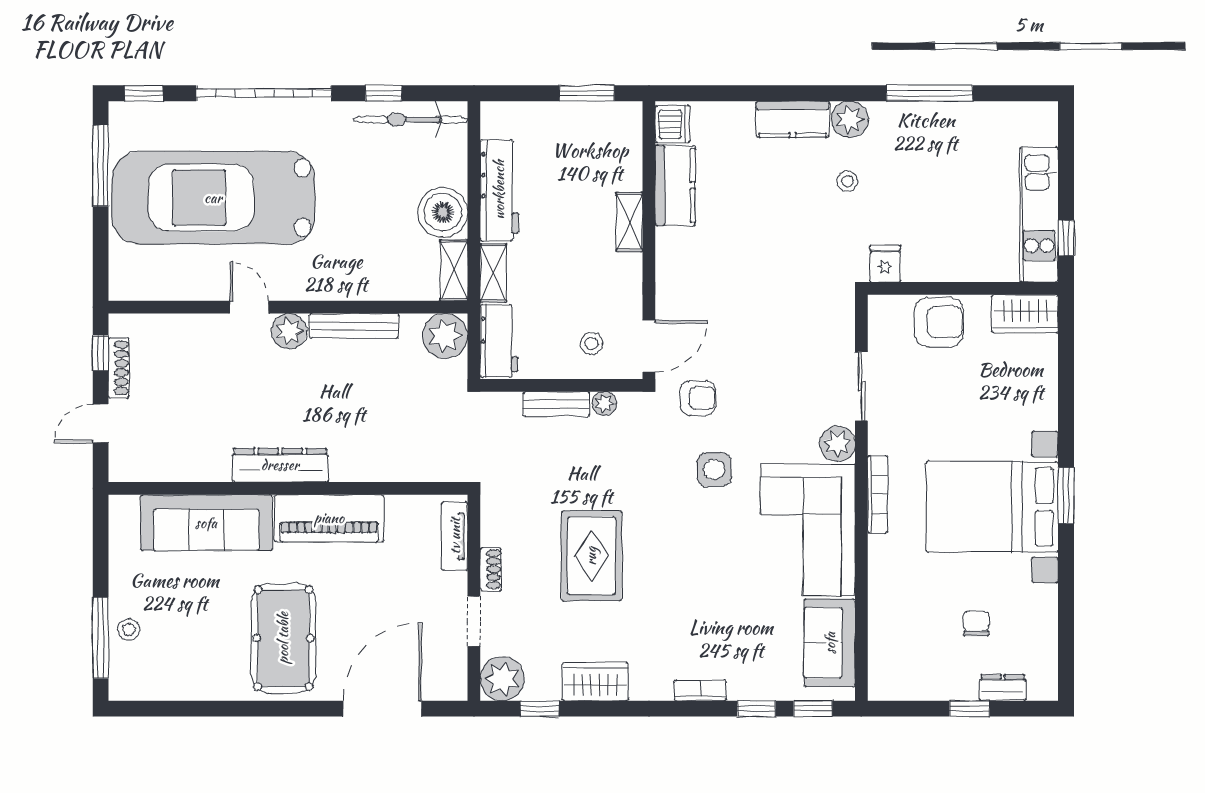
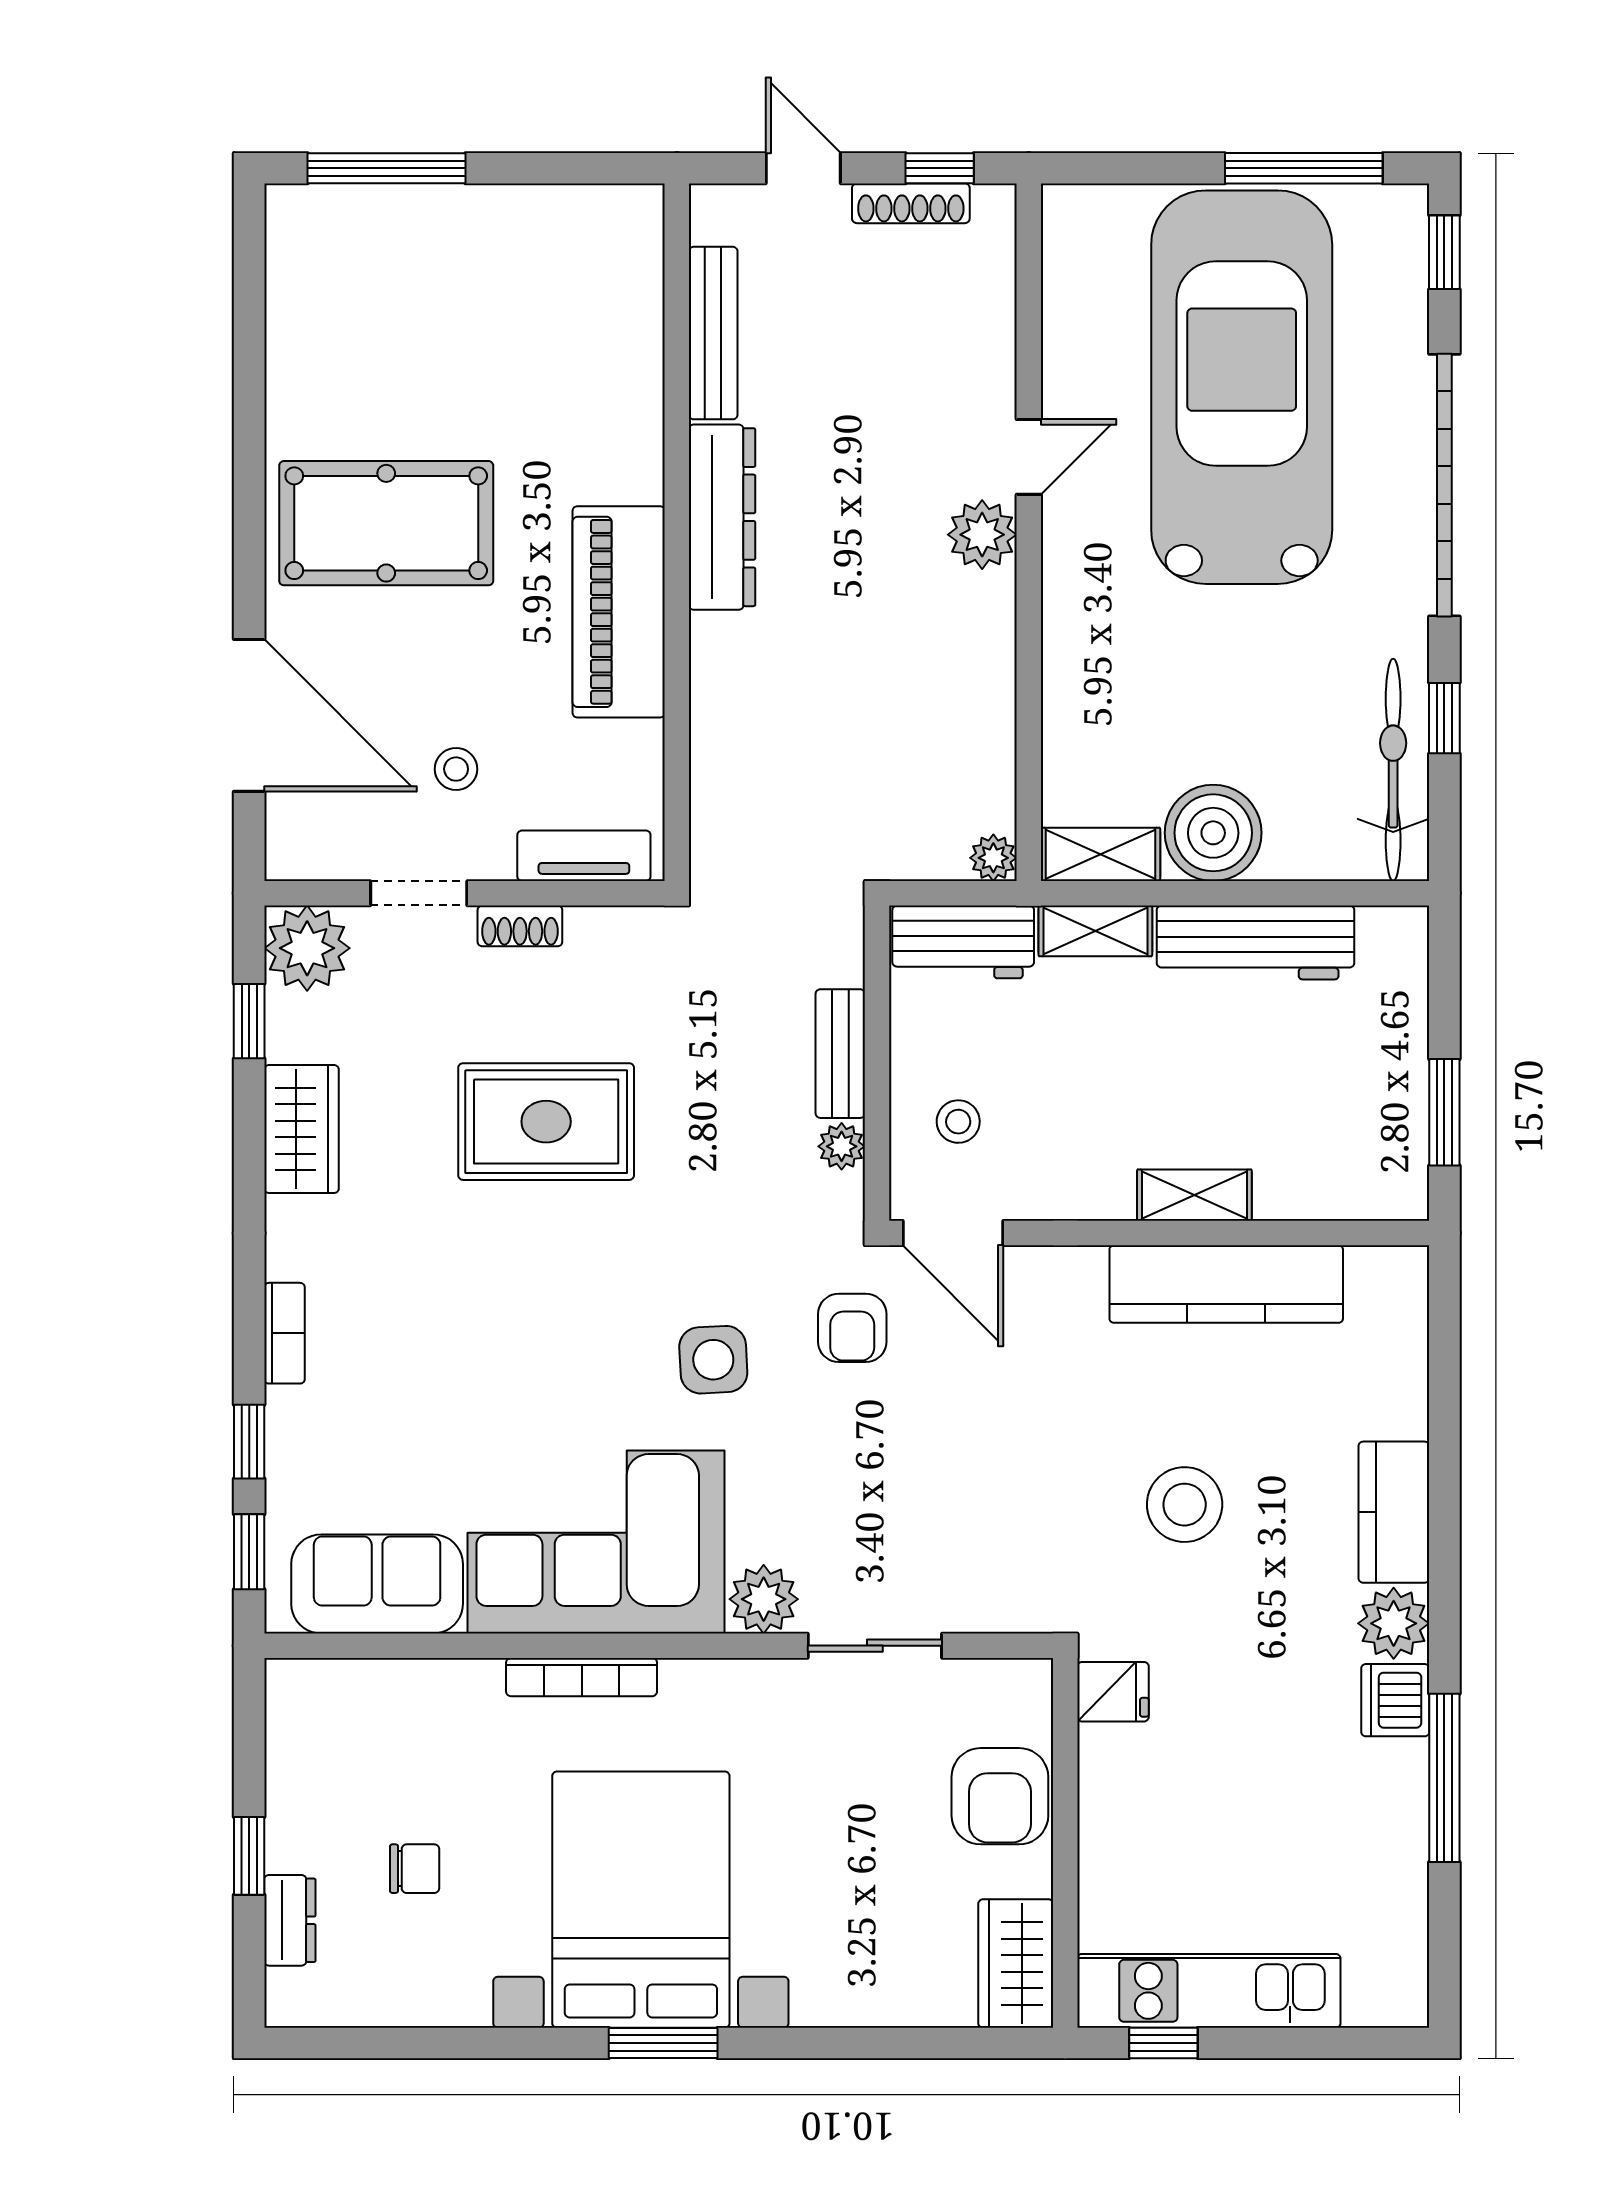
dishwasher: (673, 124) -> (1395, 1700), moved, turned 90
stool: (847, 181) -> (1185, 1505), moved, width x1.89, depth x1.89
kitchen counter: (675, 185) -> (1226, 1284), width x1.50
bench: (354, 326) -> (713, 333), moved
plant: (445, 336) -> (993, 858), width x0.53, depth x0.53
bookcase: (878, 494) -> (582, 1677), moved
sofa: (206, 523) -> (610, 373), removed
stool: (129, 630) -> (456, 769), moved

